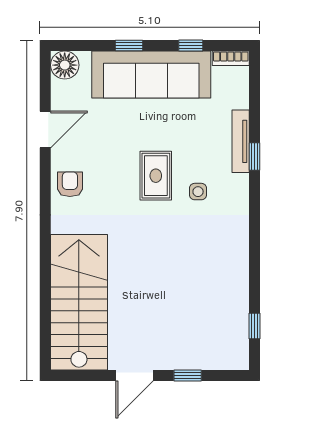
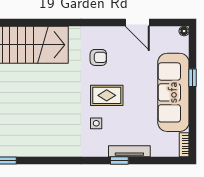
window: (191, 46) -> (193, 119), removed
floor lamp: (65, 65) -> (184, 31), width x0.53, depth x0.53
armchair: (70, 184) -> (98, 57), moved

